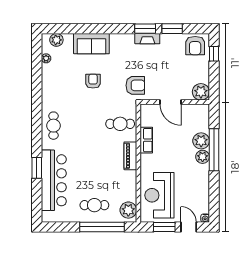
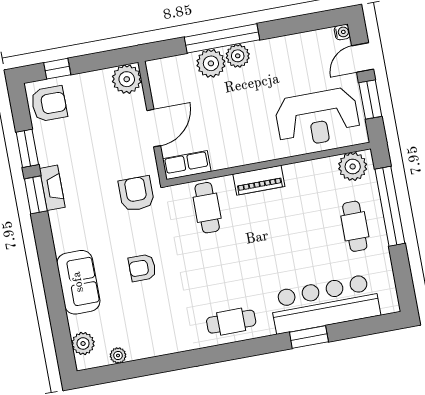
row of seats: (146, 140) -> (187, 165), moved

